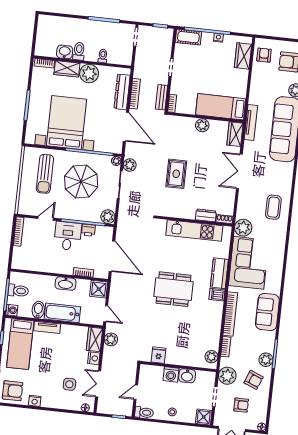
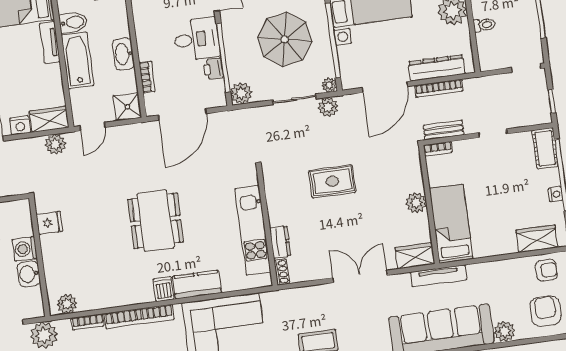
plant: (243, 228) -> (275, 304), removed

